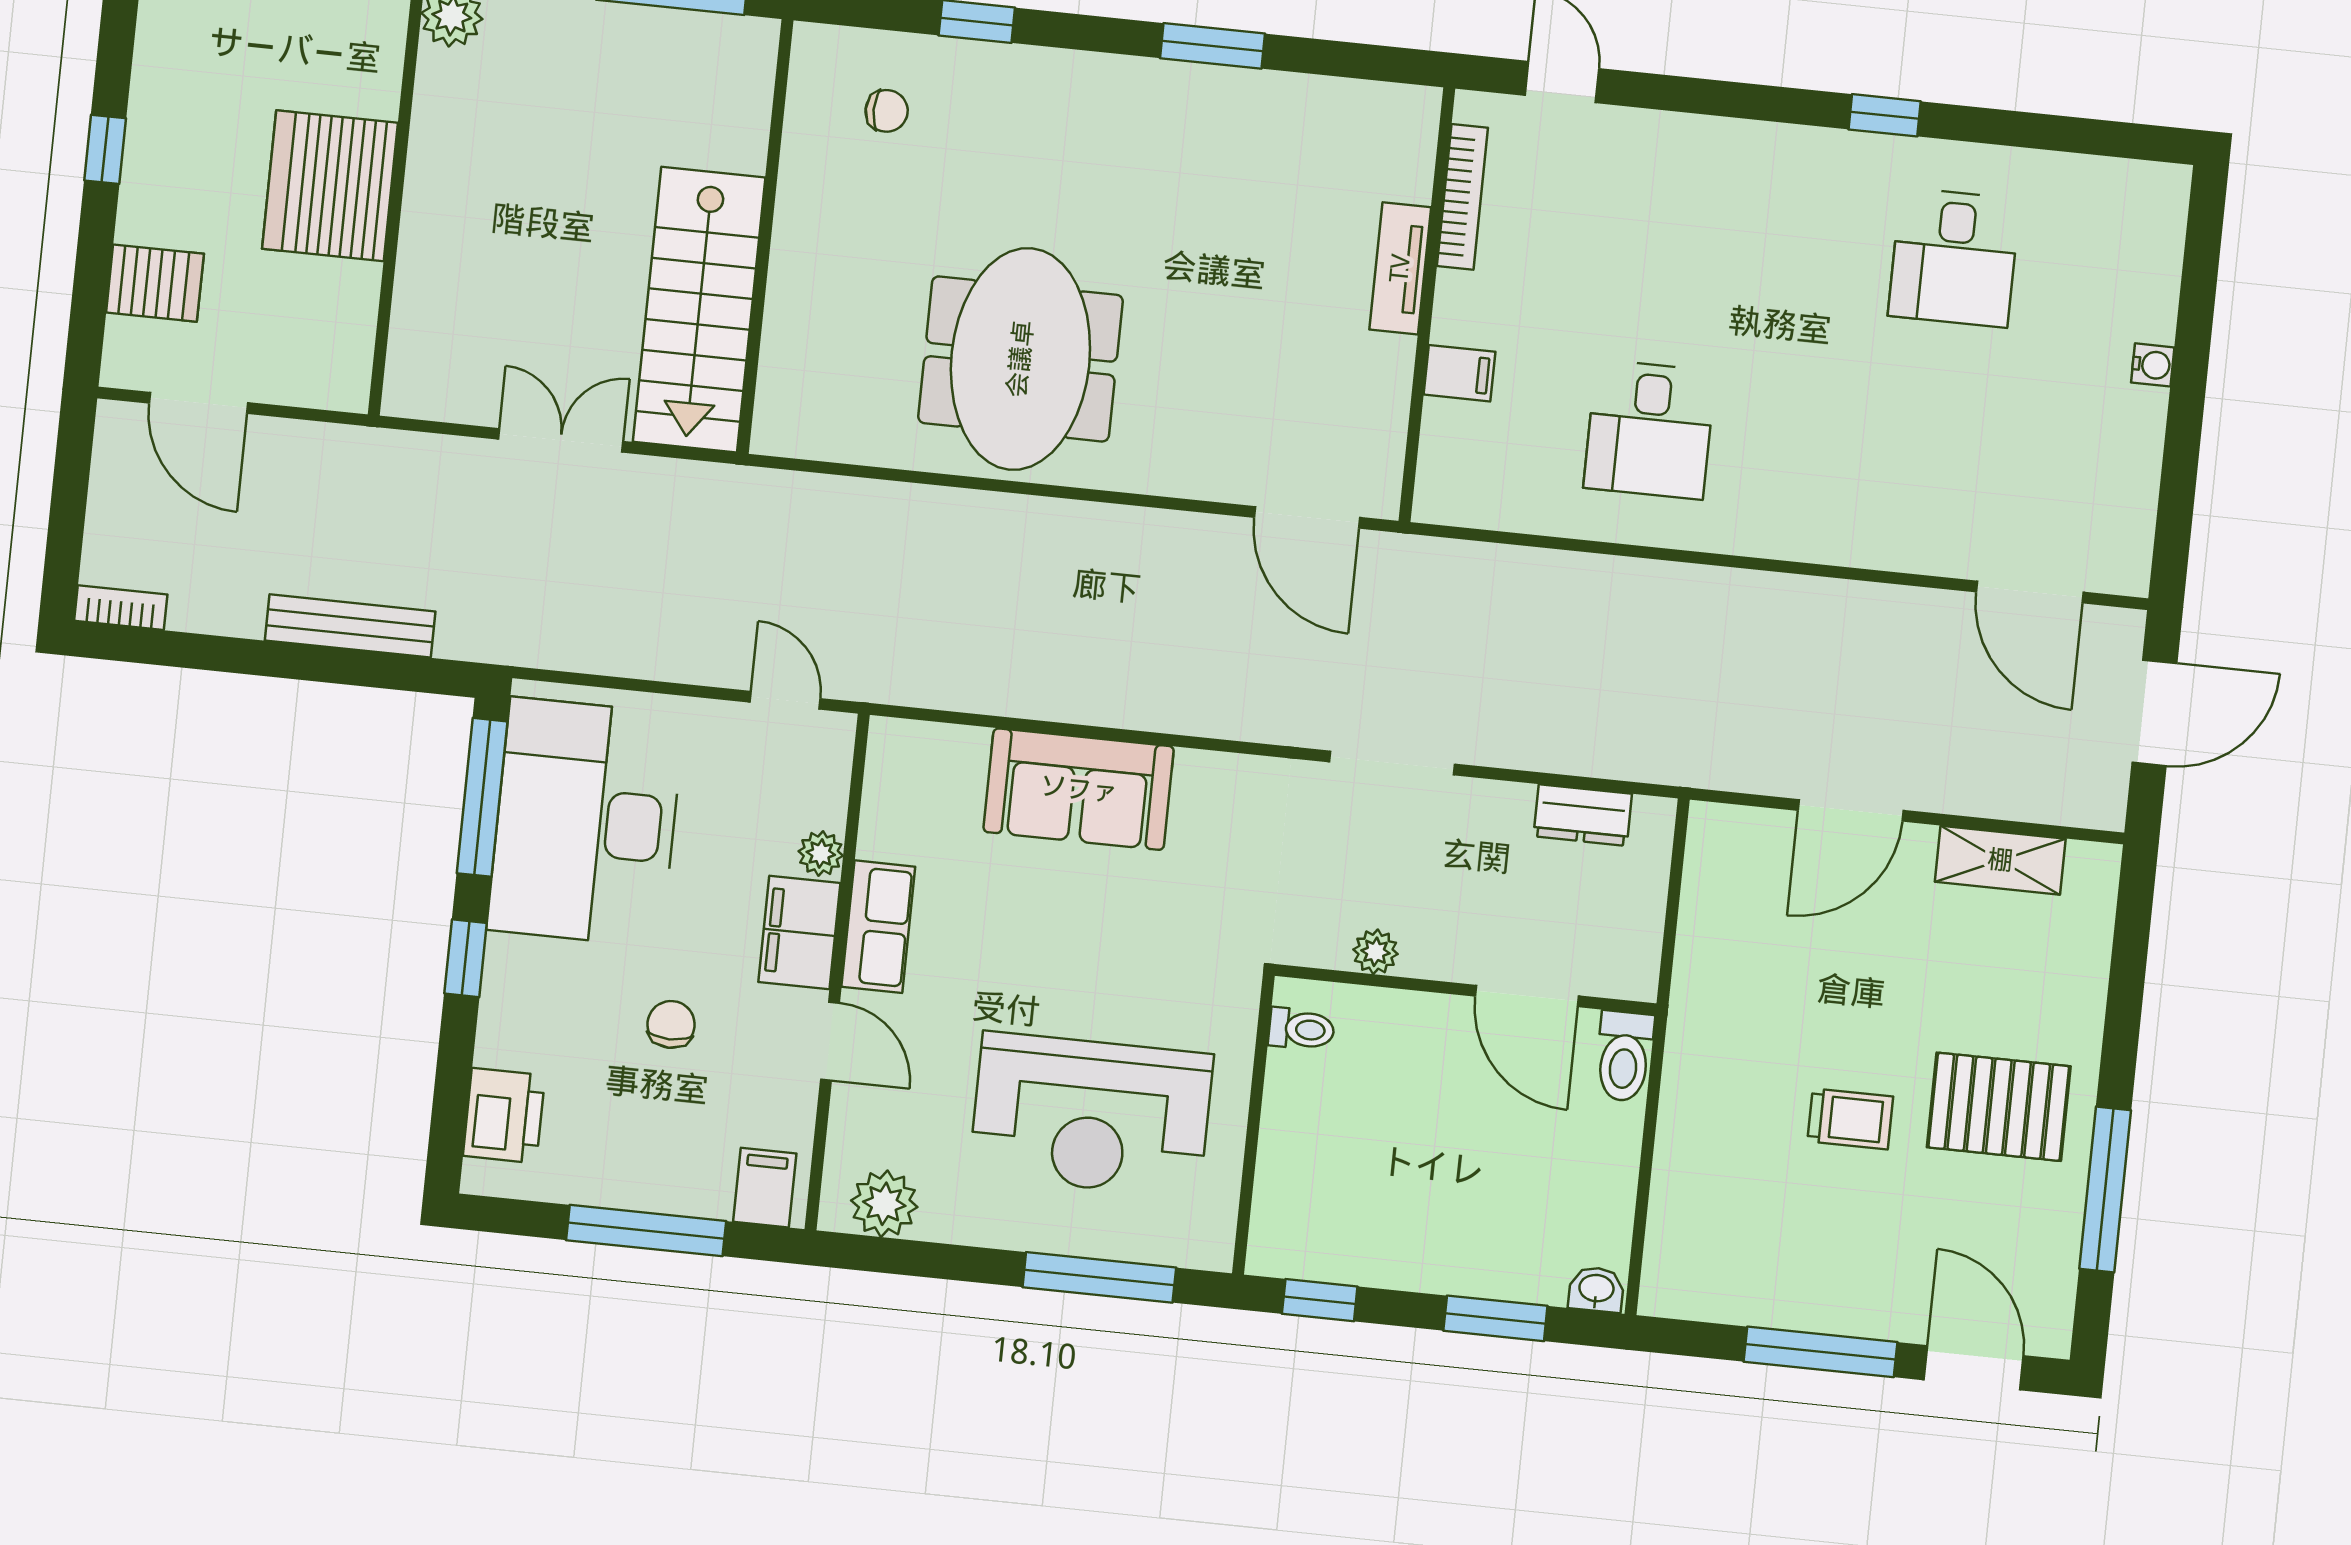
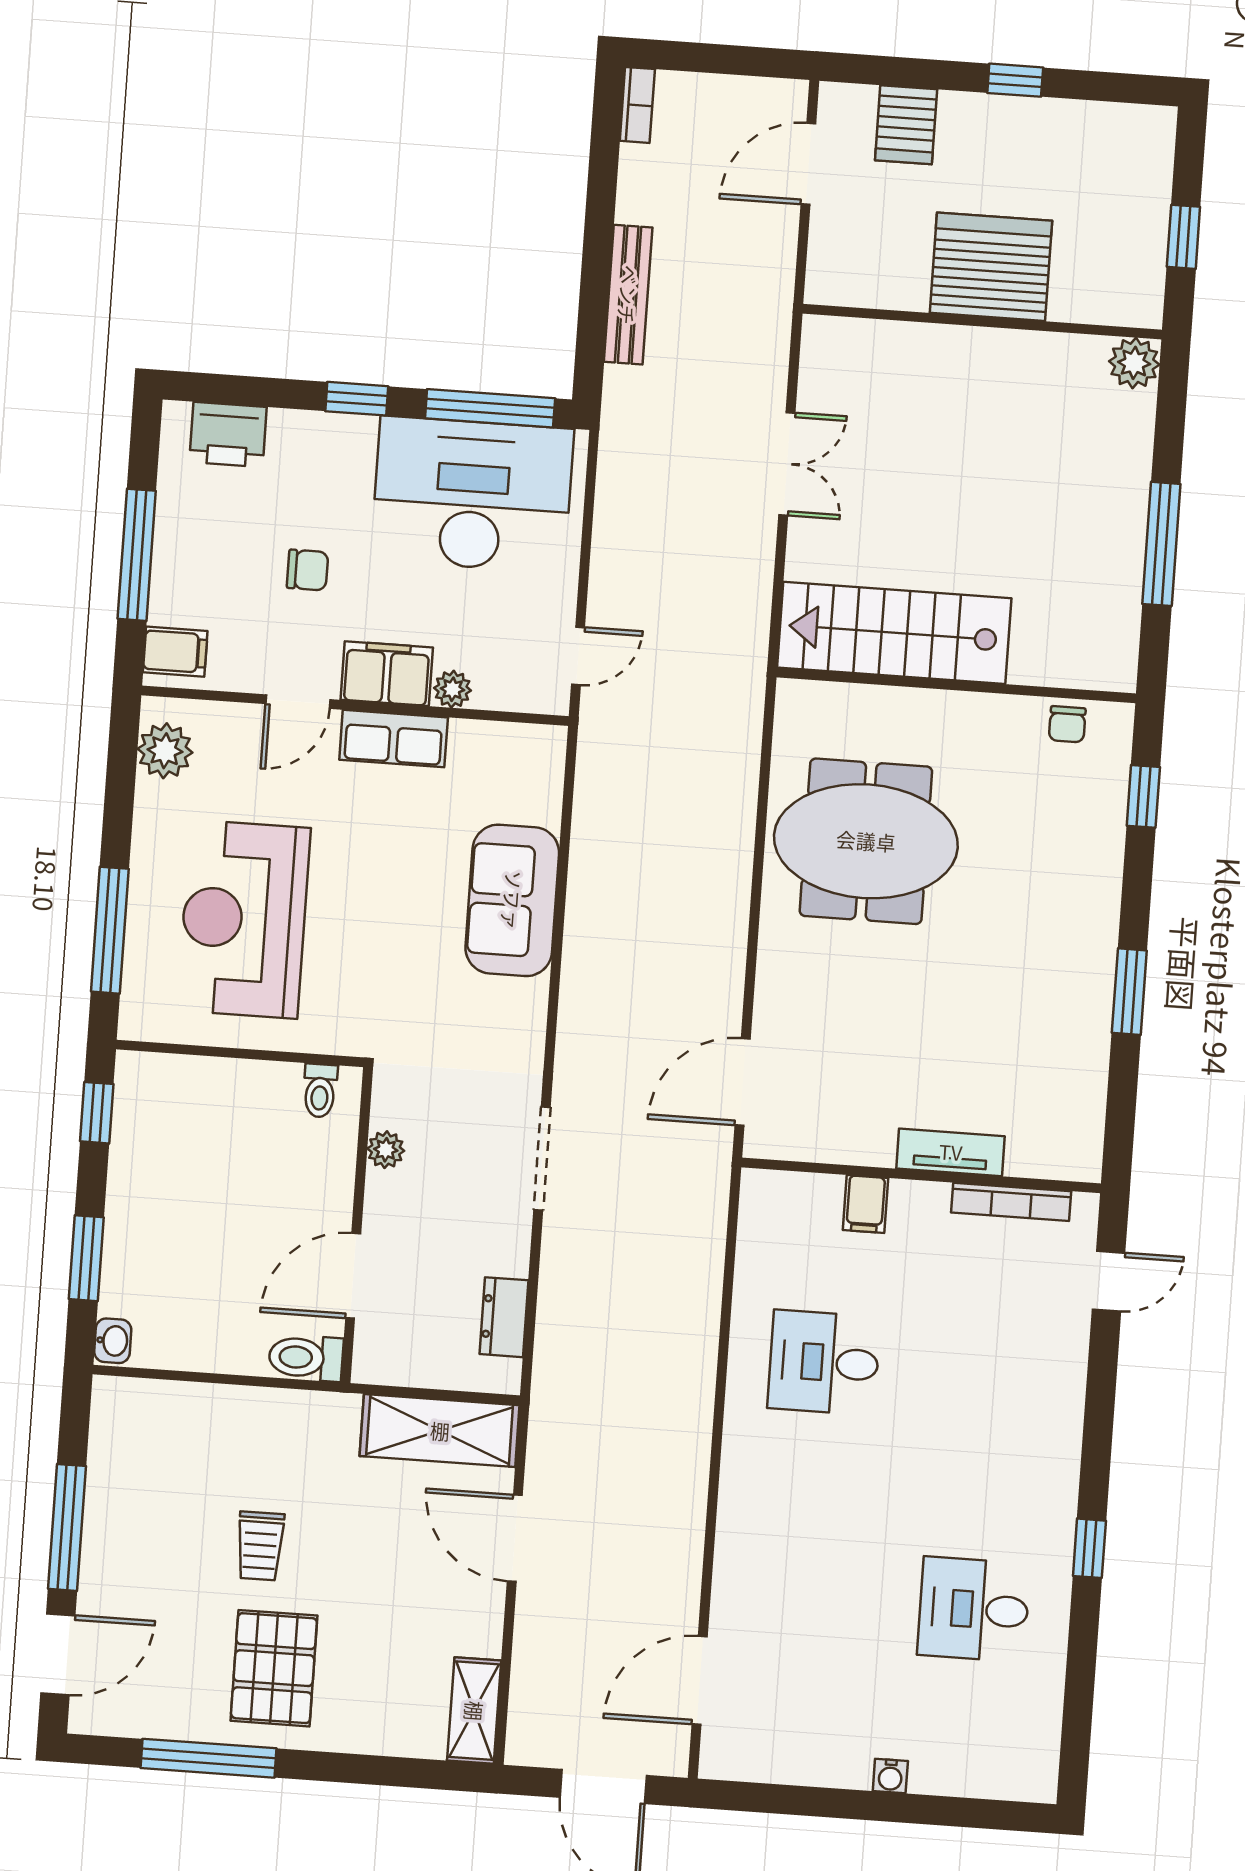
wall: (765, 236) -> (956, 685), moved
stairs: (699, 310) -> (894, 633), moved
shelving: (2000, 860) -> (474, 1711), moved
shelving: (1717, 897) -> (440, 1431), added

